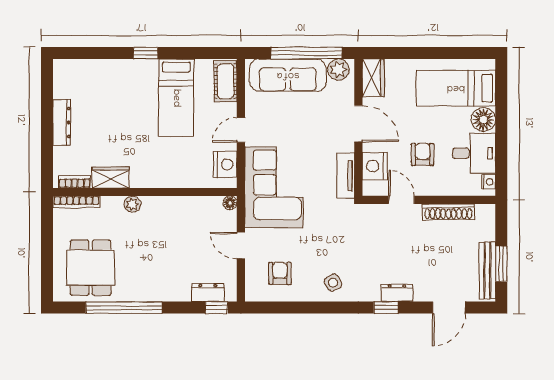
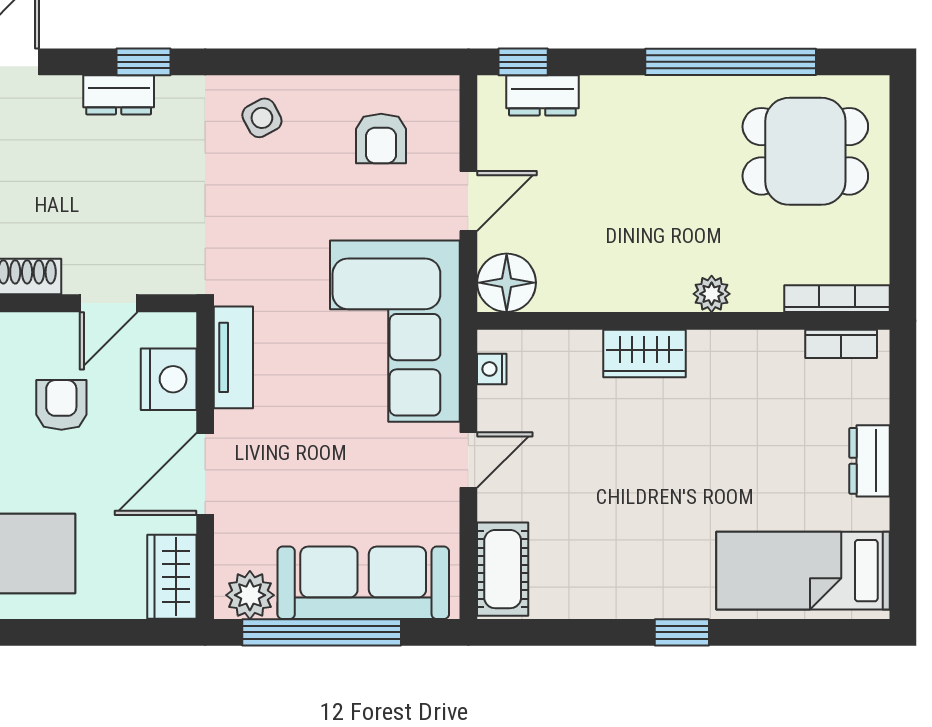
bed: (176, 98) -> (803, 571), moved, turned -90
dresser: (62, 123) -> (870, 461), width x0.70
door: (358, 124) -> (205, 474), hinge flipped
armchair: (423, 154) -> (61, 405), turned 180
nightstand: (225, 164) -> (492, 369), width x0.53, depth x0.56
wardrobe: (110, 177) -> (644, 353), moved
door: (401, 200) -> (109, 303), hinge flipped
floor lamp: (230, 203) -> (507, 283), width x1.89, depth x1.89
door: (241, 246) -> (468, 201), hinge flipped
dining table: (91, 268) -> (805, 151), turned 90

